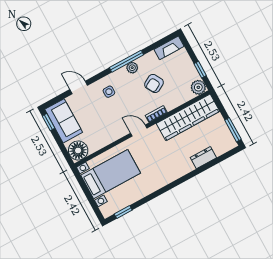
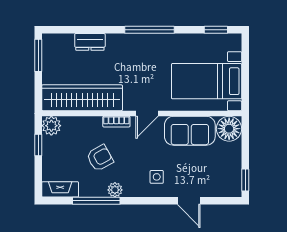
window: (127, 61) -> (96, 201), moved
sofa: (64, 121) -> (190, 131), moved, turned -90
door: (139, 131) -> (147, 113), hinge flipped
window: (168, 188) -> (149, 30), added

